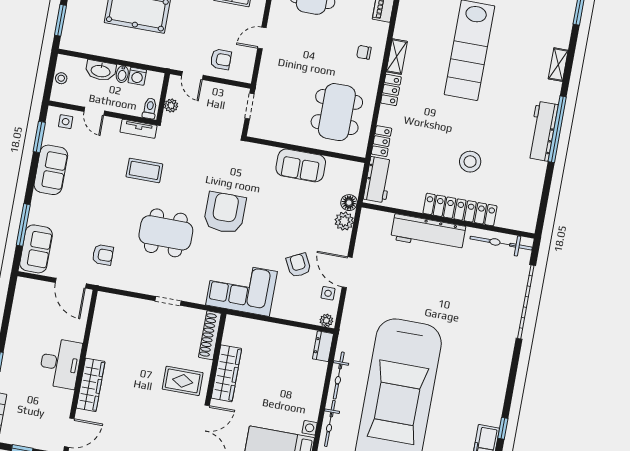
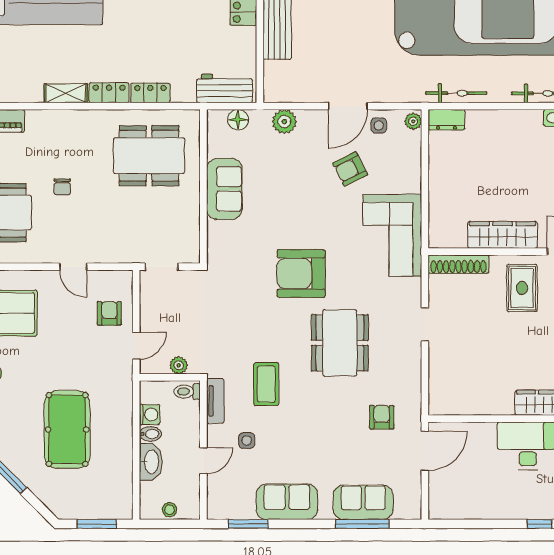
chair: (364, 52) -> (62, 187), moved
side table: (66, 122) -> (247, 441), moved
locker: (382, 141) -> (150, 93), moved
floor lamp: (349, 203) -> (238, 120), moved
sofa: (36, 249) -> (363, 502), moved
bicycle: (339, 375) -> (456, 93), moved

